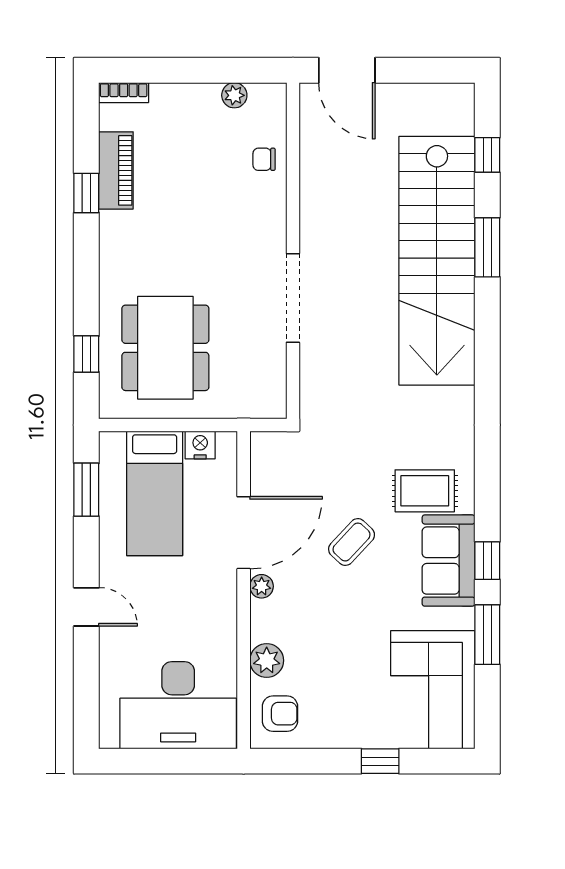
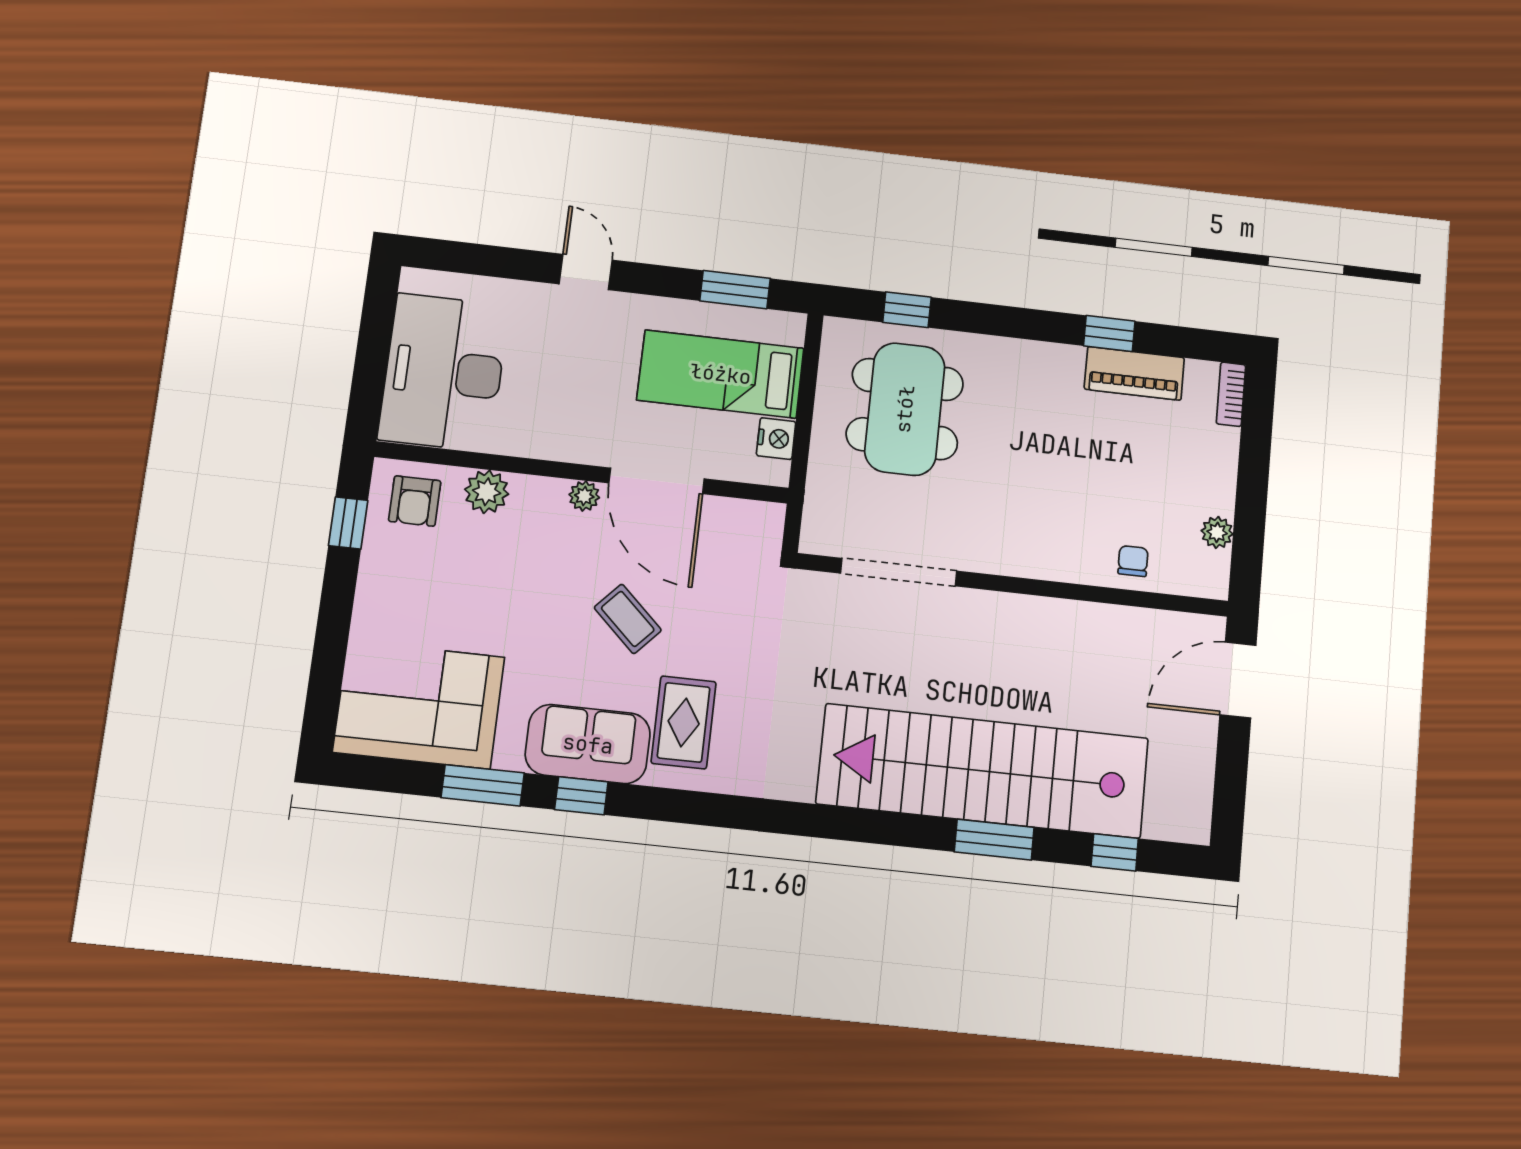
doorway: (293, 298) -> (899, 572), moved
dining table: (165, 348) -> (905, 409), turned 90
door: (86, 607) -> (586, 272), swing flipped
window: (380, 761) -> (348, 523), moved

